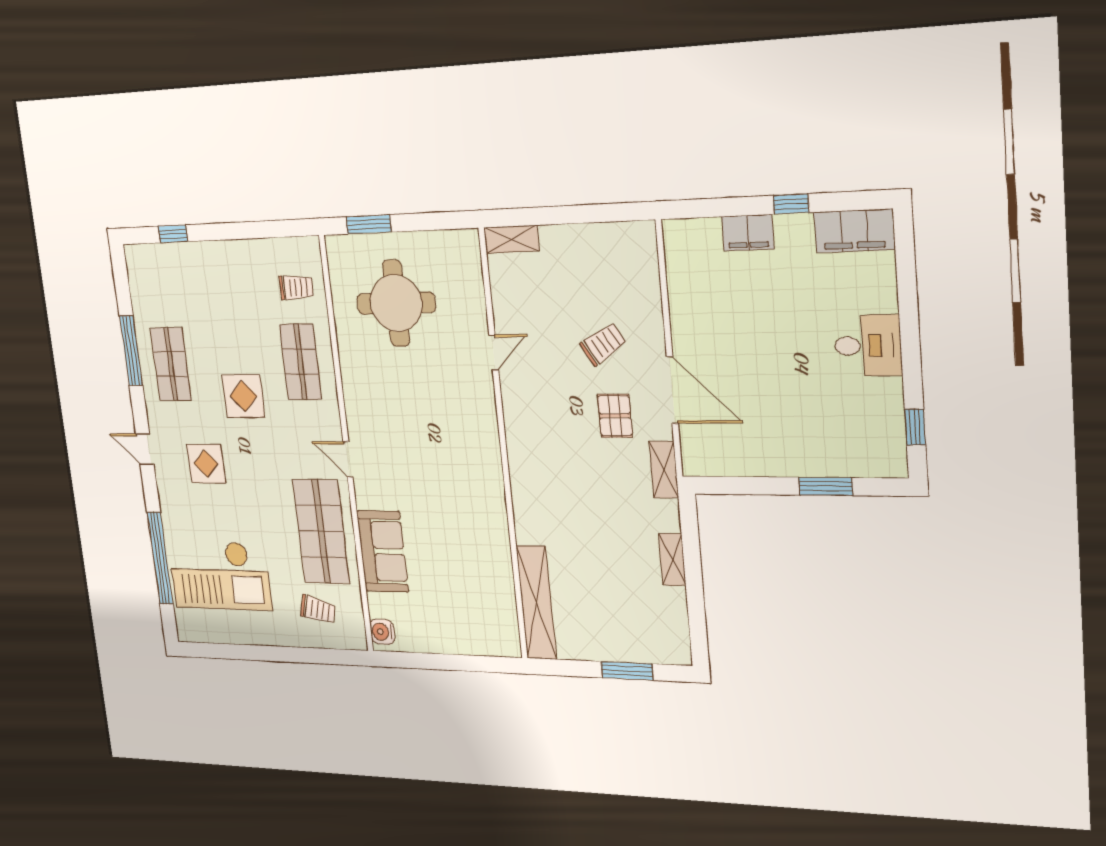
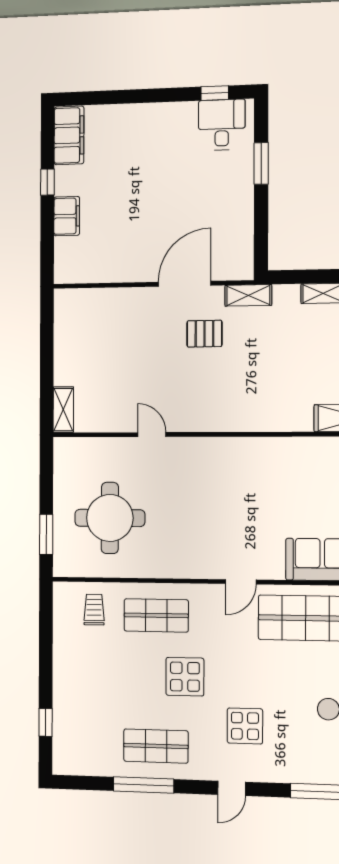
trolley: (603, 344) -> (147, 339), removed
desk: (868, 346) -> (222, 125), moved

